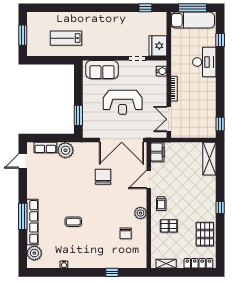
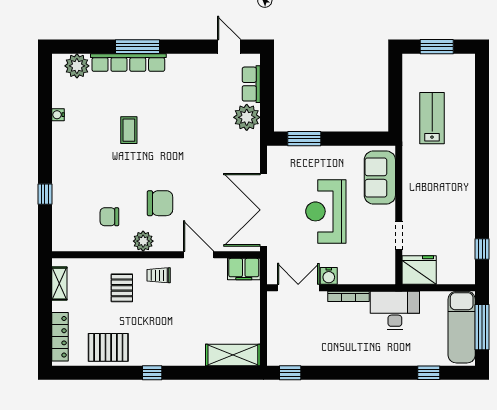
desk: (204, 62) -> (395, 310), moved, turned 180
water cooler: (162, 71) -> (329, 276), moved
chair: (103, 177) -> (160, 203), moved

